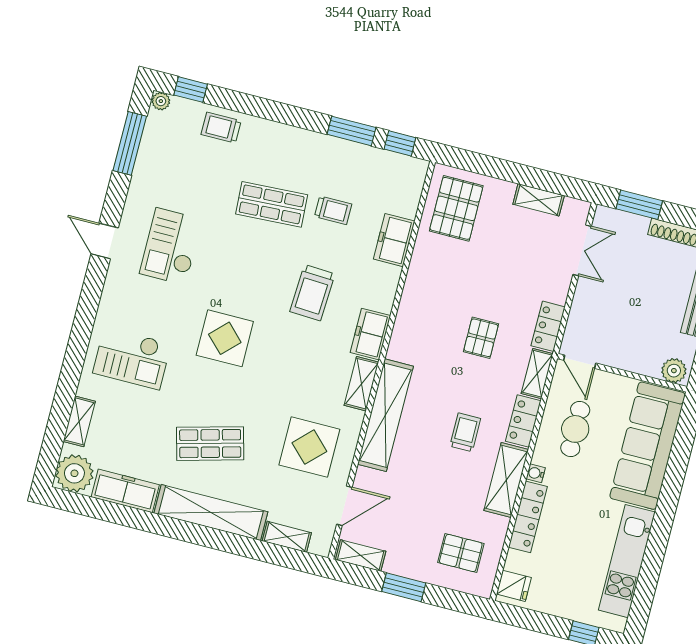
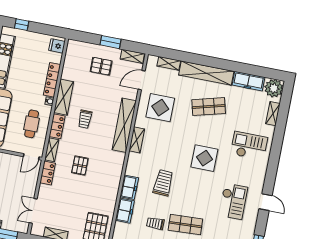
freezer: (370, 334) -> (129, 187), moved
door: (580, 362) -> (31, 157), swing flipped
pallet: (461, 553) -> (101, 66), moved

